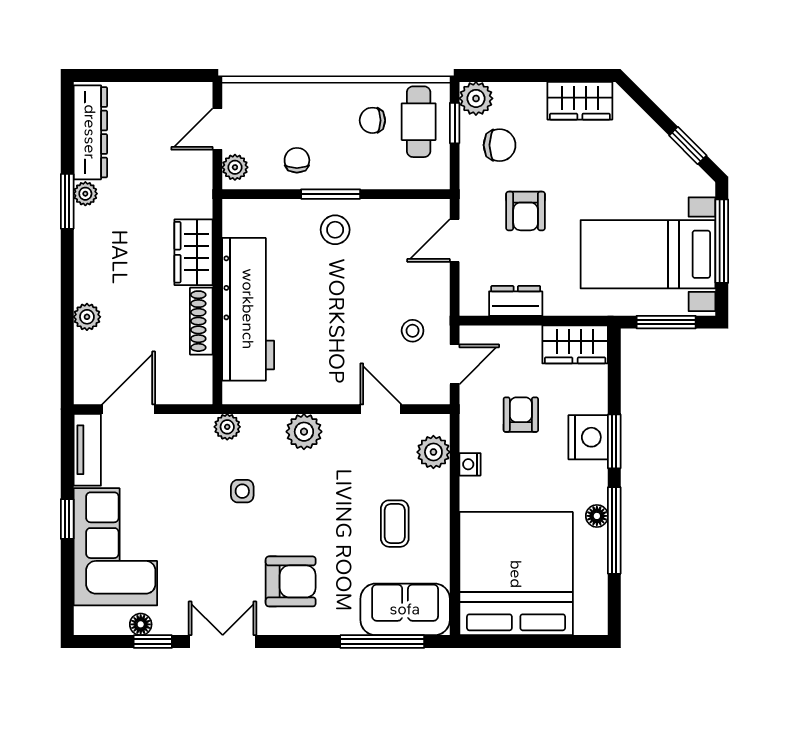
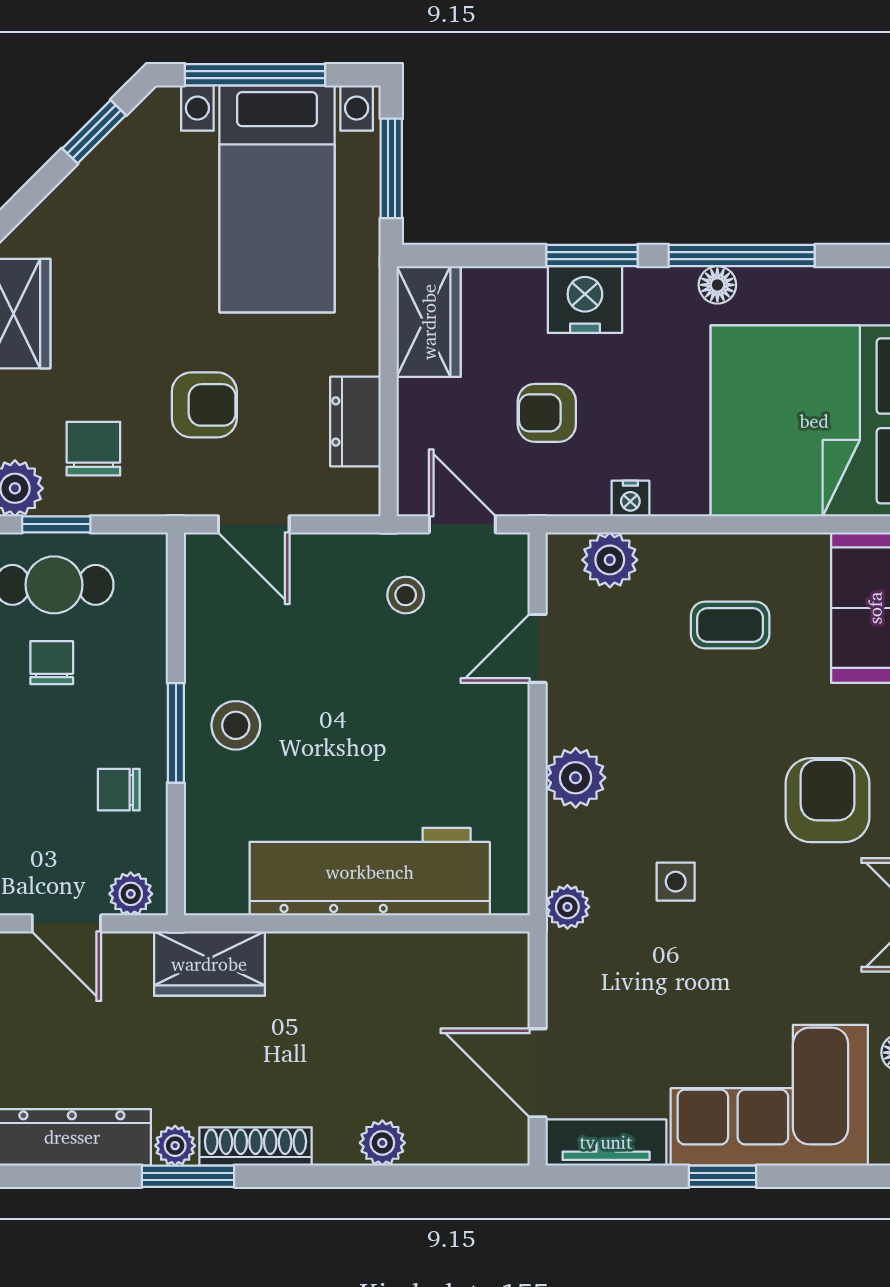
chair: (372, 120) -> (52, 663), turned 180
wardrobe: (194, 252) -> (209, 964), moved
shoe rack: (201, 321) -> (255, 1146), moved, turned 180

